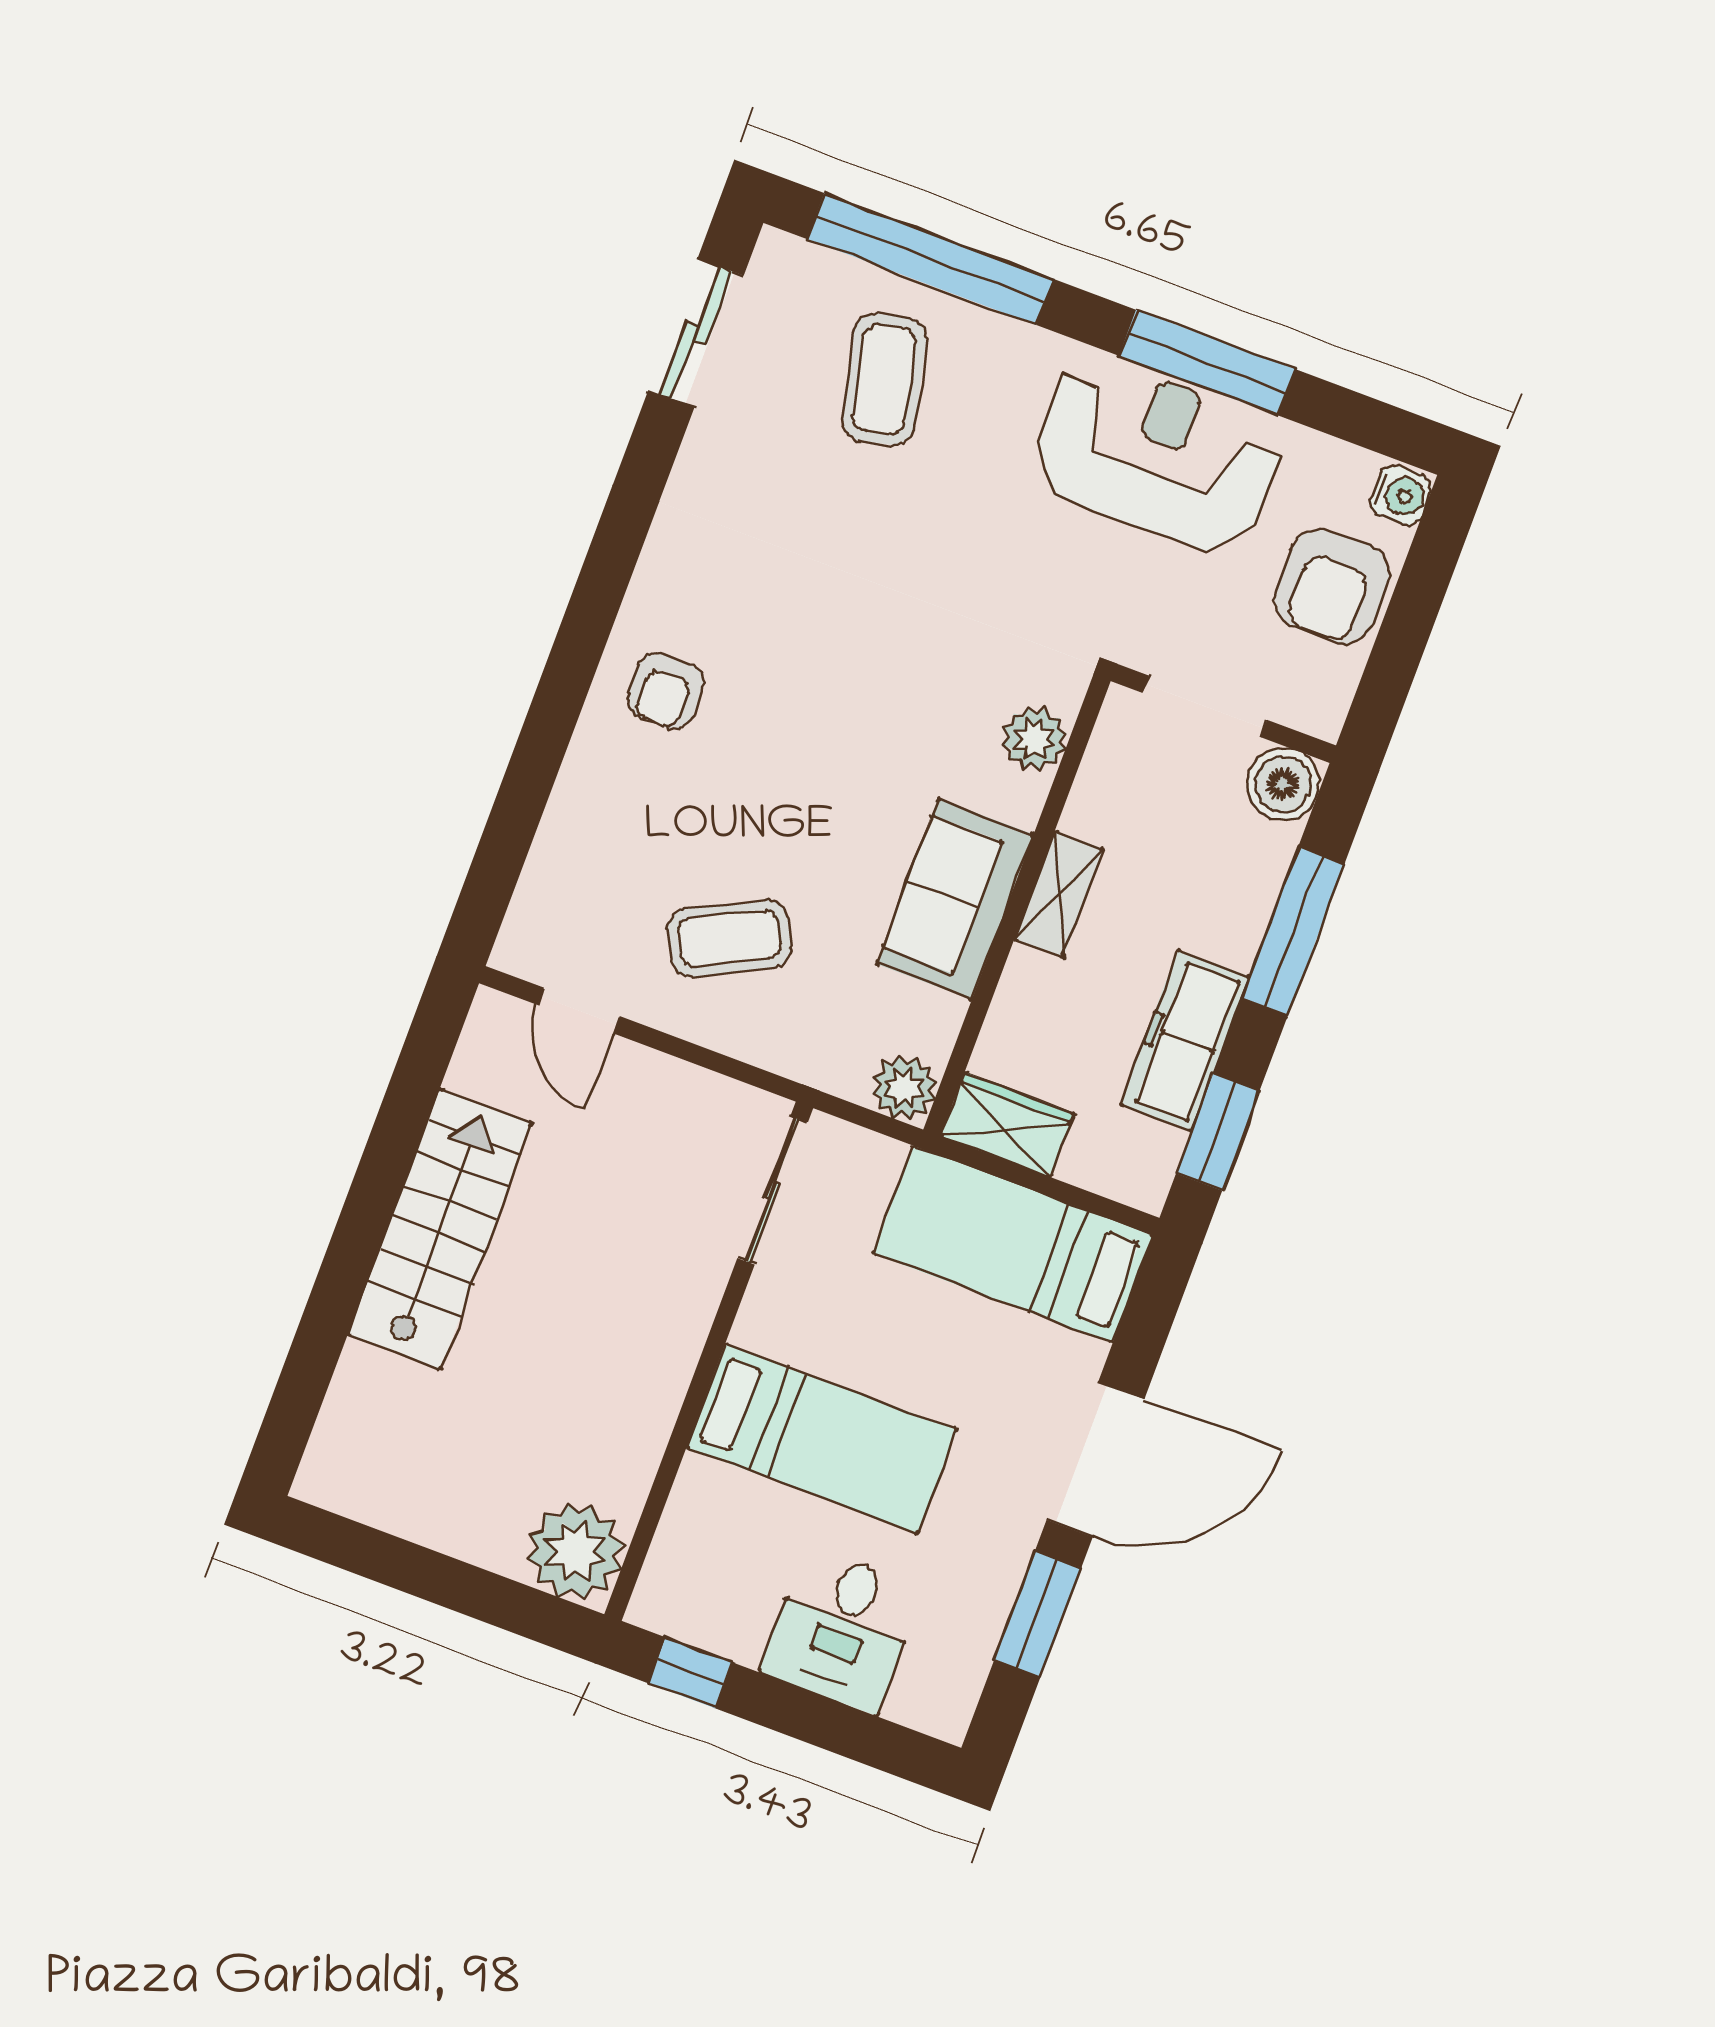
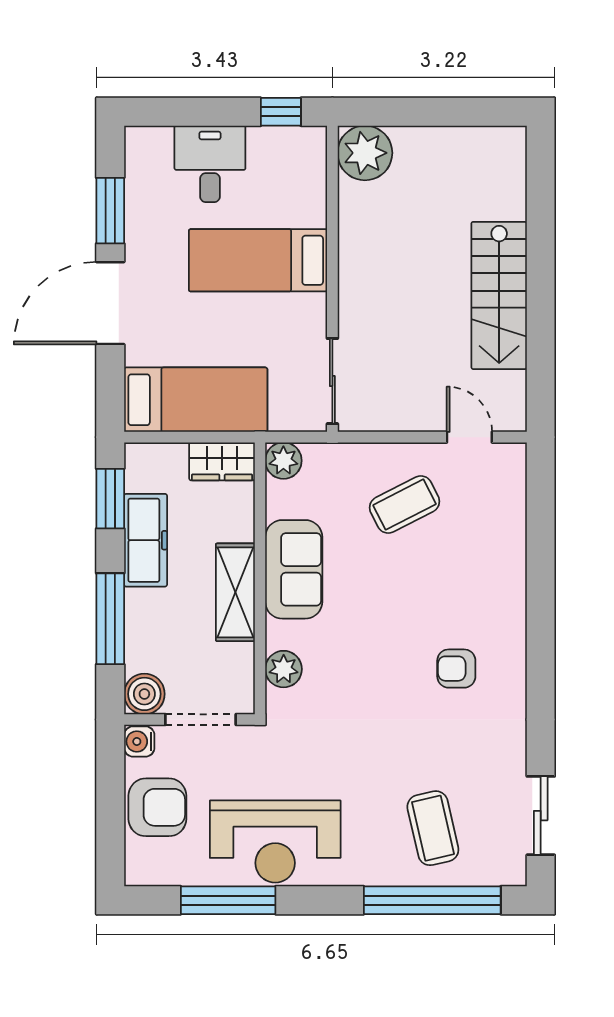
window: (1207, 362) -> (228, 900), moved
water cooler: (1401, 495) -> (139, 741), moved
armchair: (1332, 586) -> (157, 807), turned 90
armchair: (666, 691) -> (456, 669), moved, turned -90
shelving: (1059, 894) -> (235, 592), width x1.50, depth x1.33

